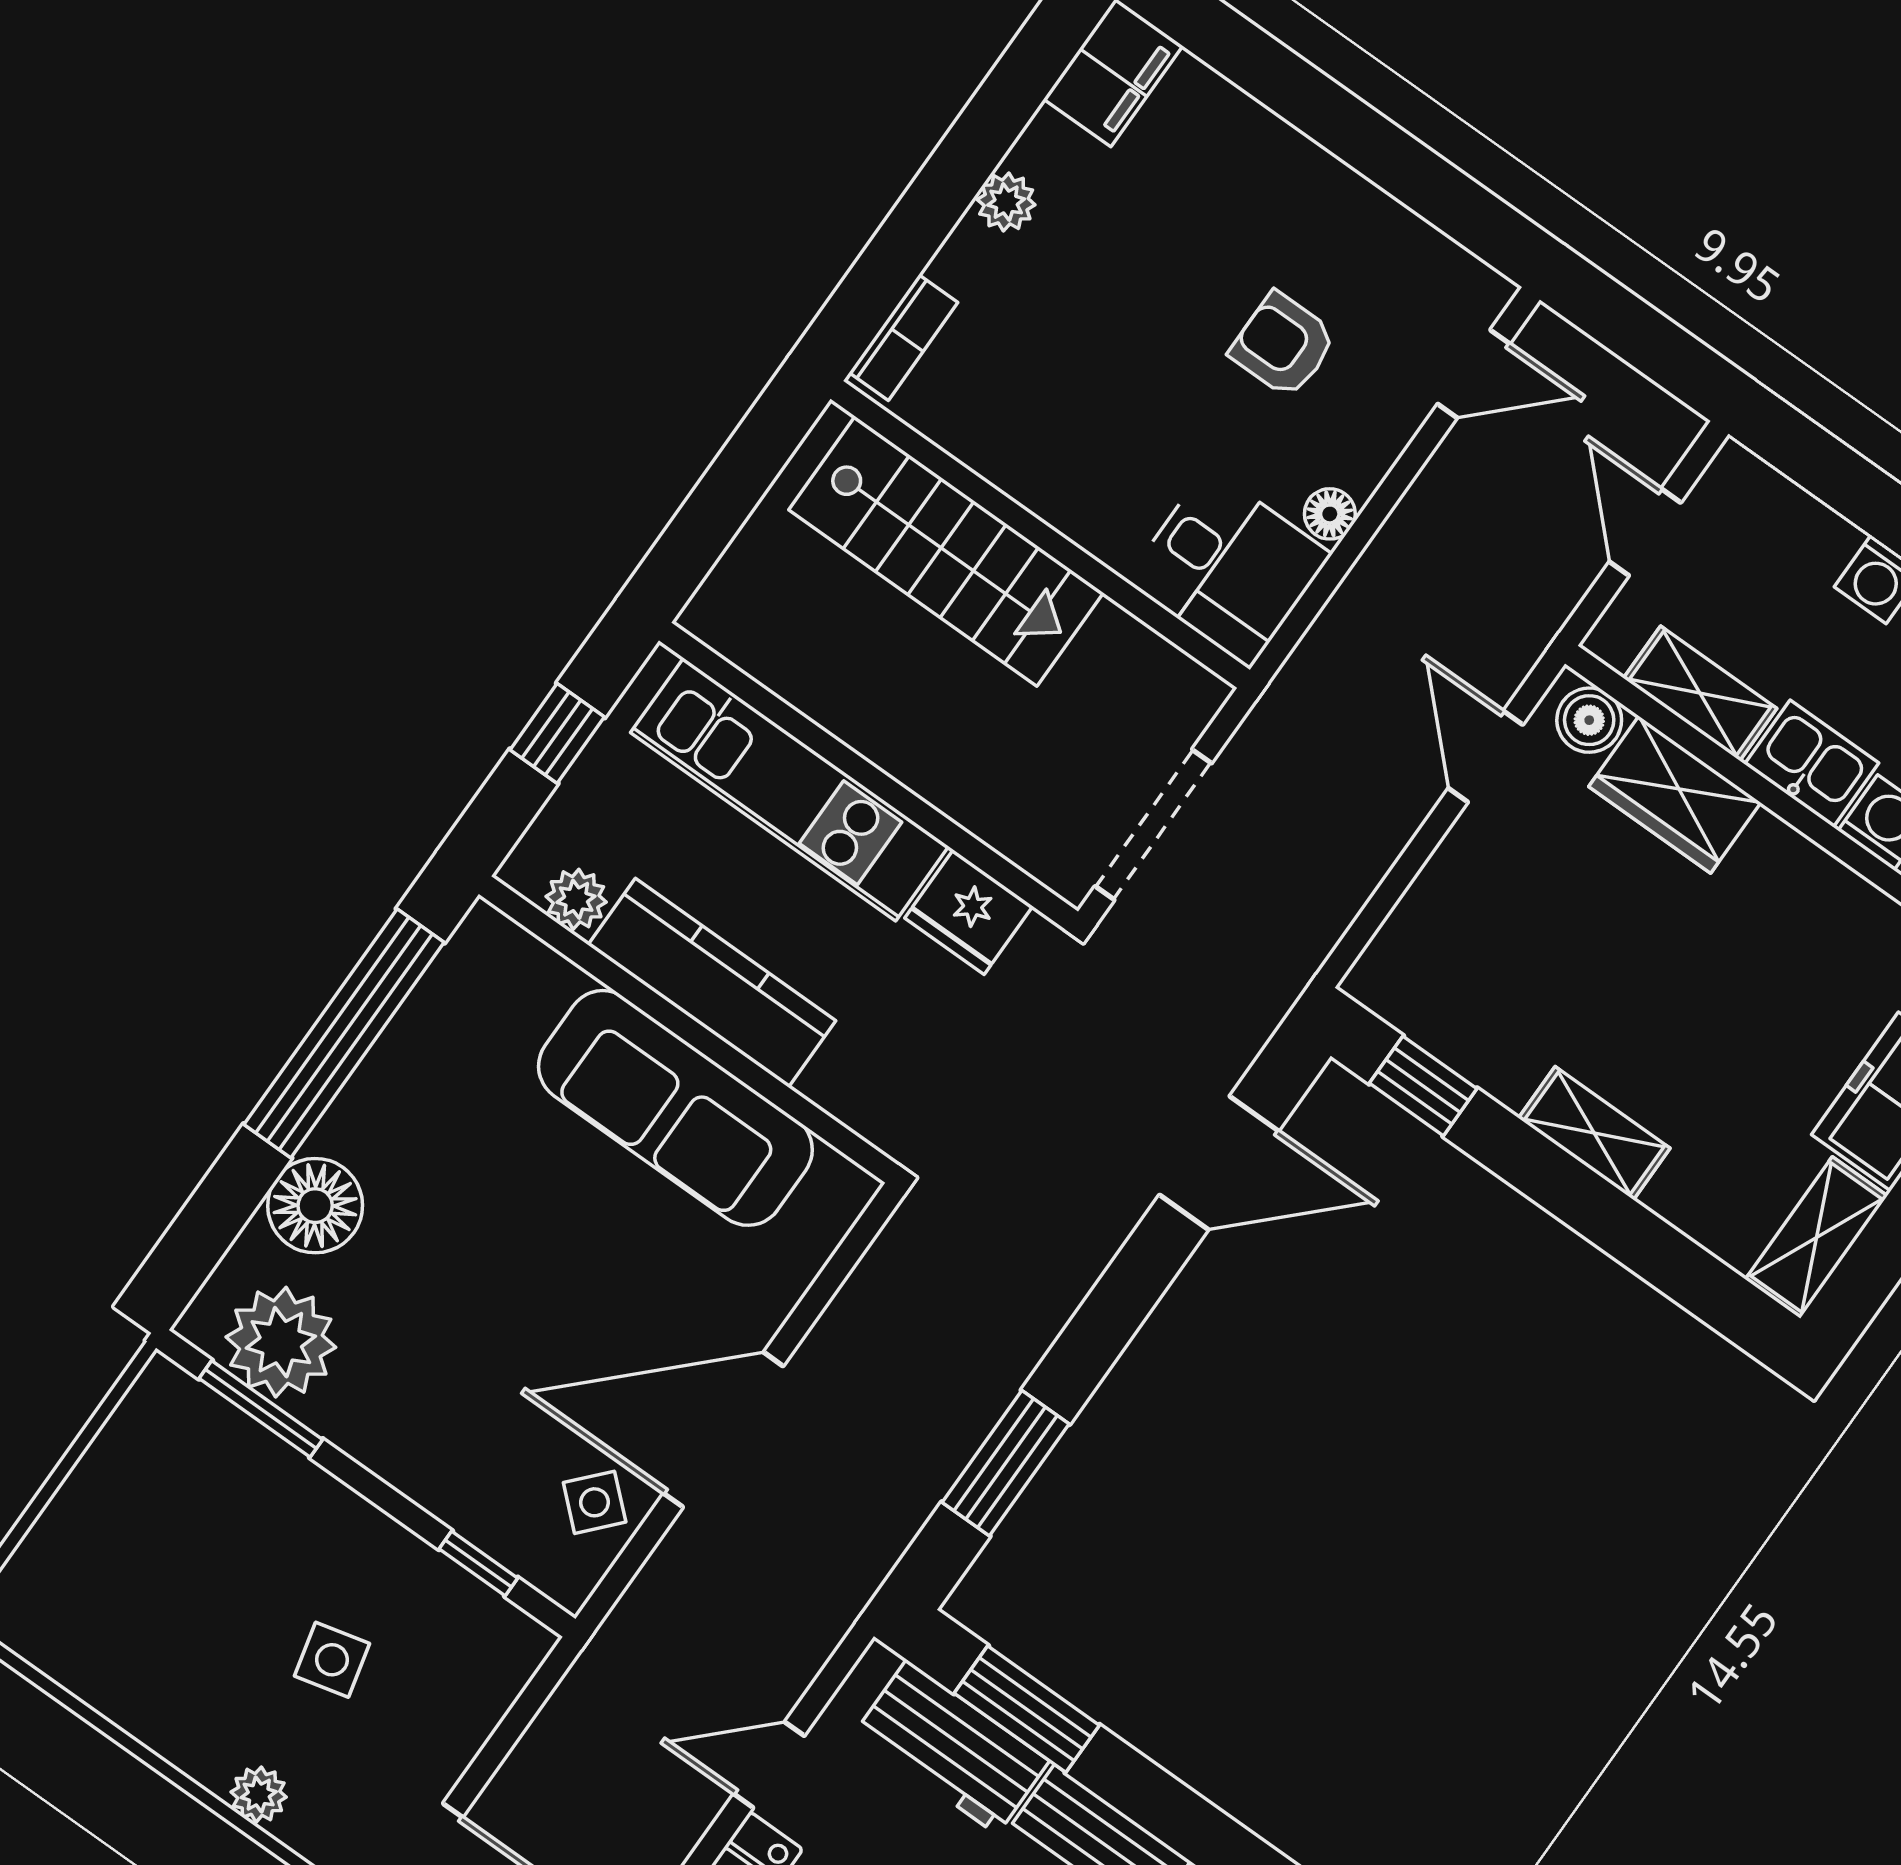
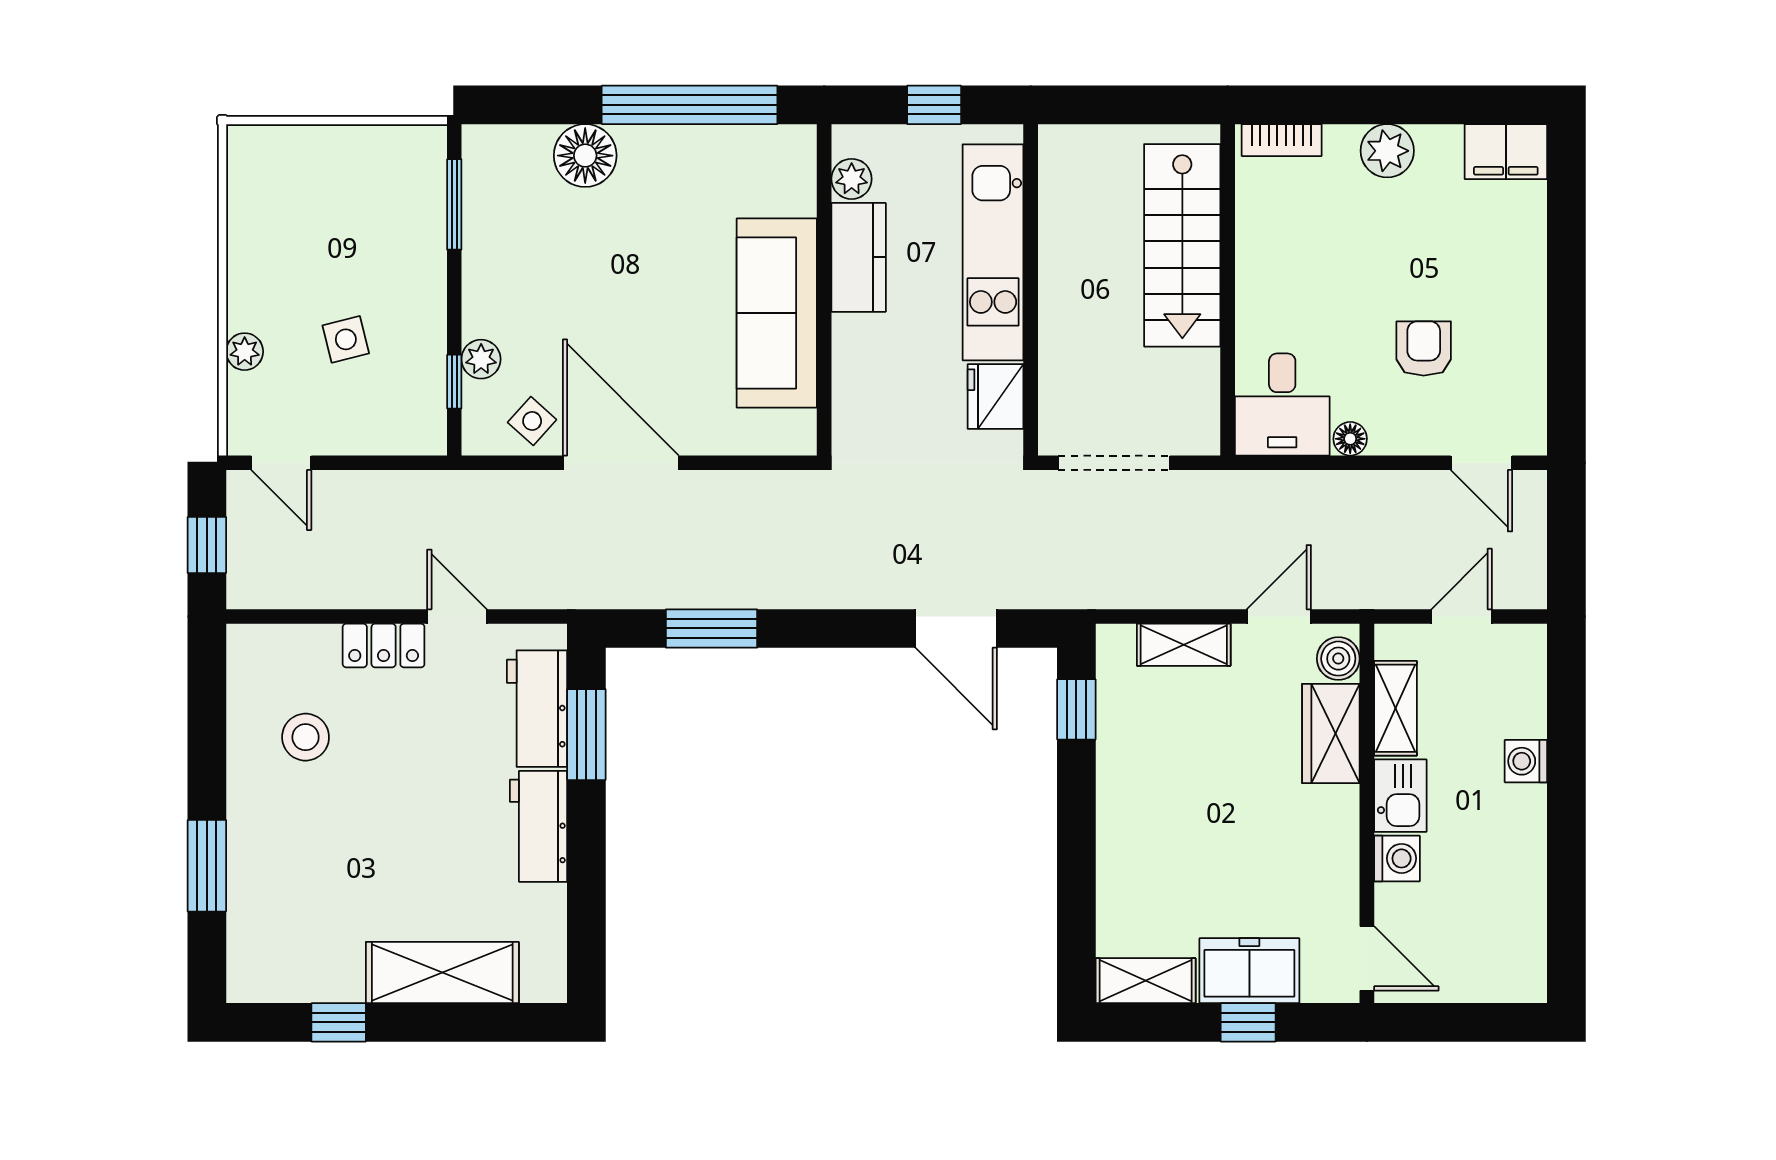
plant: (1006, 202) -> (1387, 151), width x1.38, depth x1.38
kitchen counter: (712, 983) -> (859, 257), width x0.67
shelving: (1594, 1133) -> (1184, 645), moved, turned 90
plant: (281, 1342) -> (481, 359), moved, width x0.53, depth x0.53

